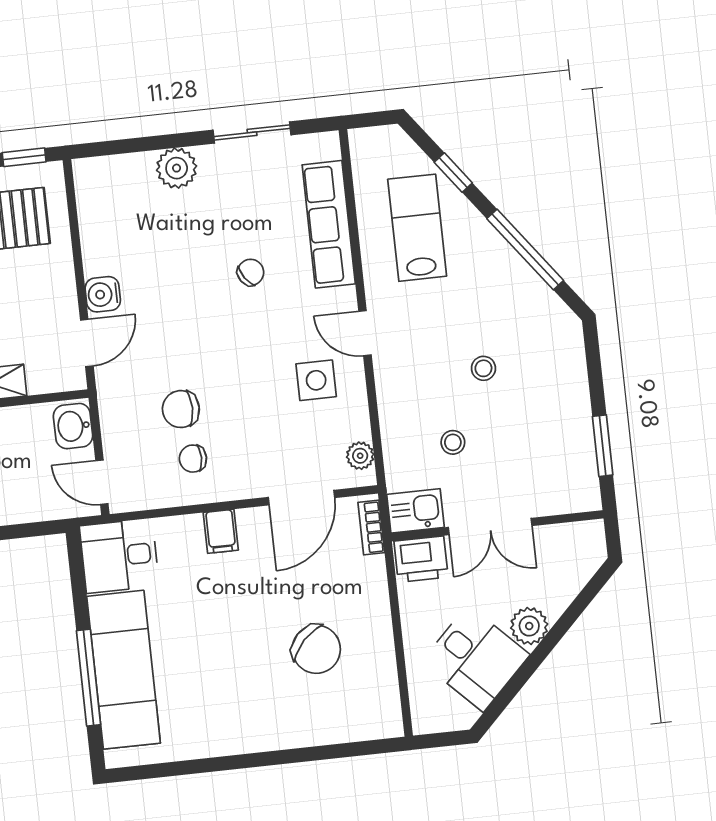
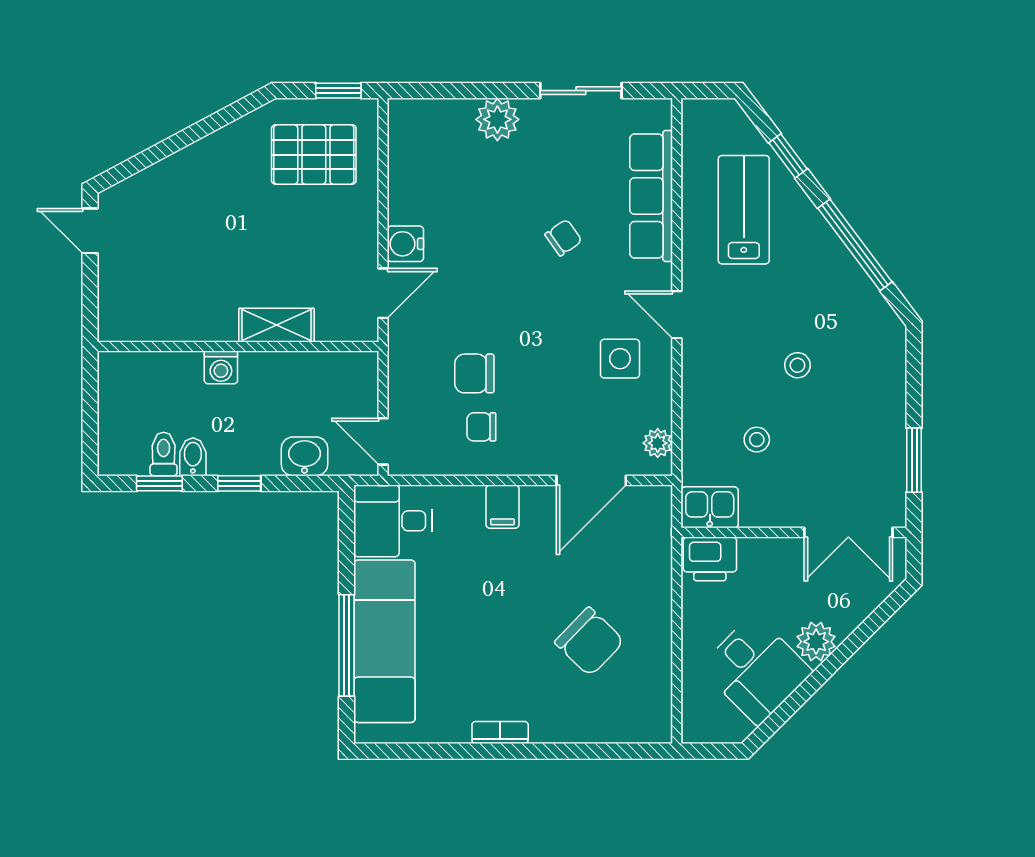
washbasin: (73, 426) -> (305, 456), moved, turned 90
double door: (490, 527) -> (848, 532), moved
bookcase: (371, 528) -> (500, 732), moved, turned 90

